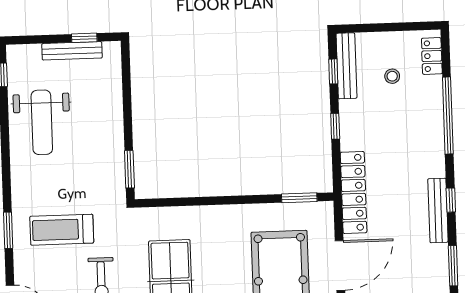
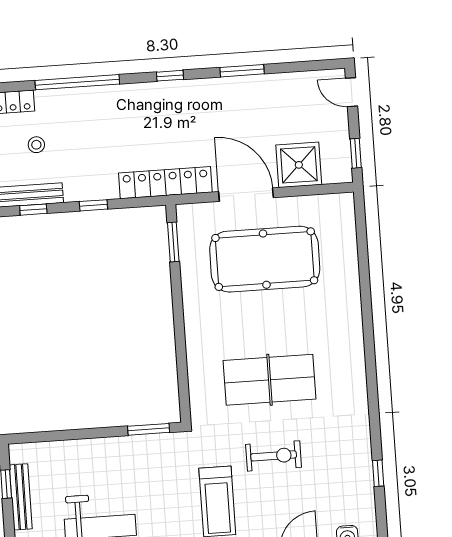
bench: (438, 210) -> (182, 89), removed

